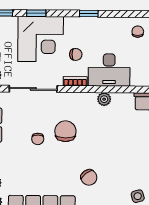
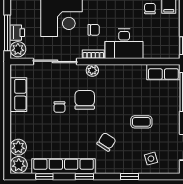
plant: (104, 99) -> (92, 70), moved
coffee table: (127, 156) -> (141, 122), added
chair: (89, 177) -> (106, 142), turned -111

